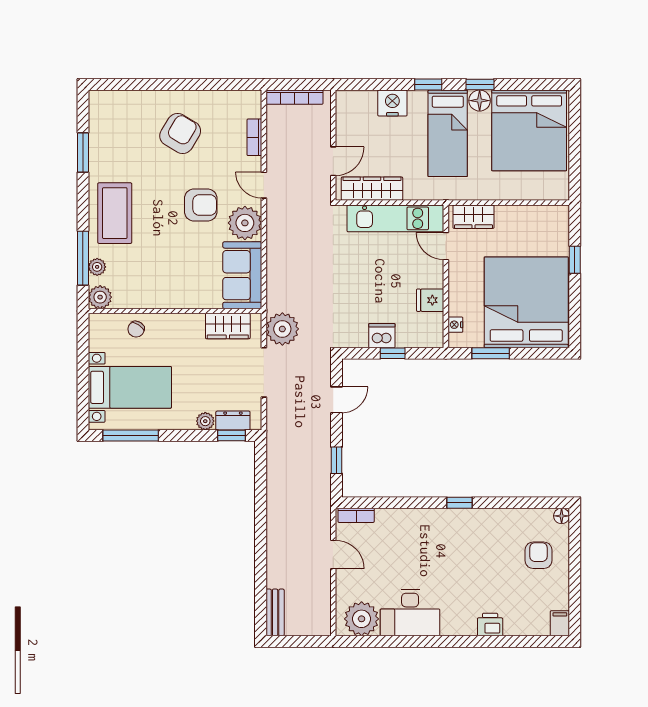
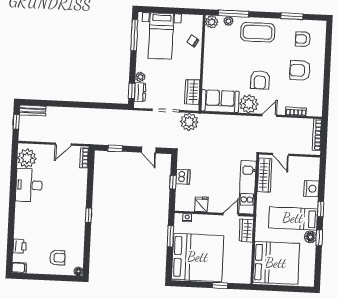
bed: (529, 130) -> (276, 263), moved, turned 180
armchair: (123, 131) -> (303, 39), added
armchair: (180, 133) -> (300, 70), turned 149
printer: (490, 625) -> (20, 246), moved
window: (297, 641) -> (16, 122), added

